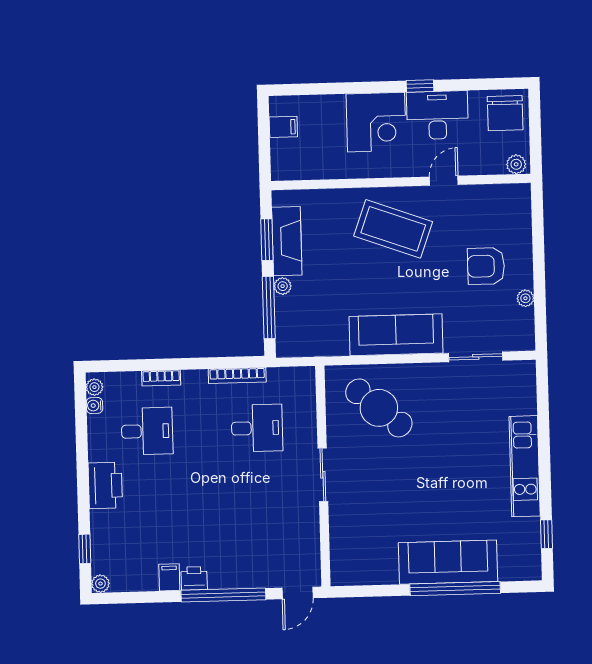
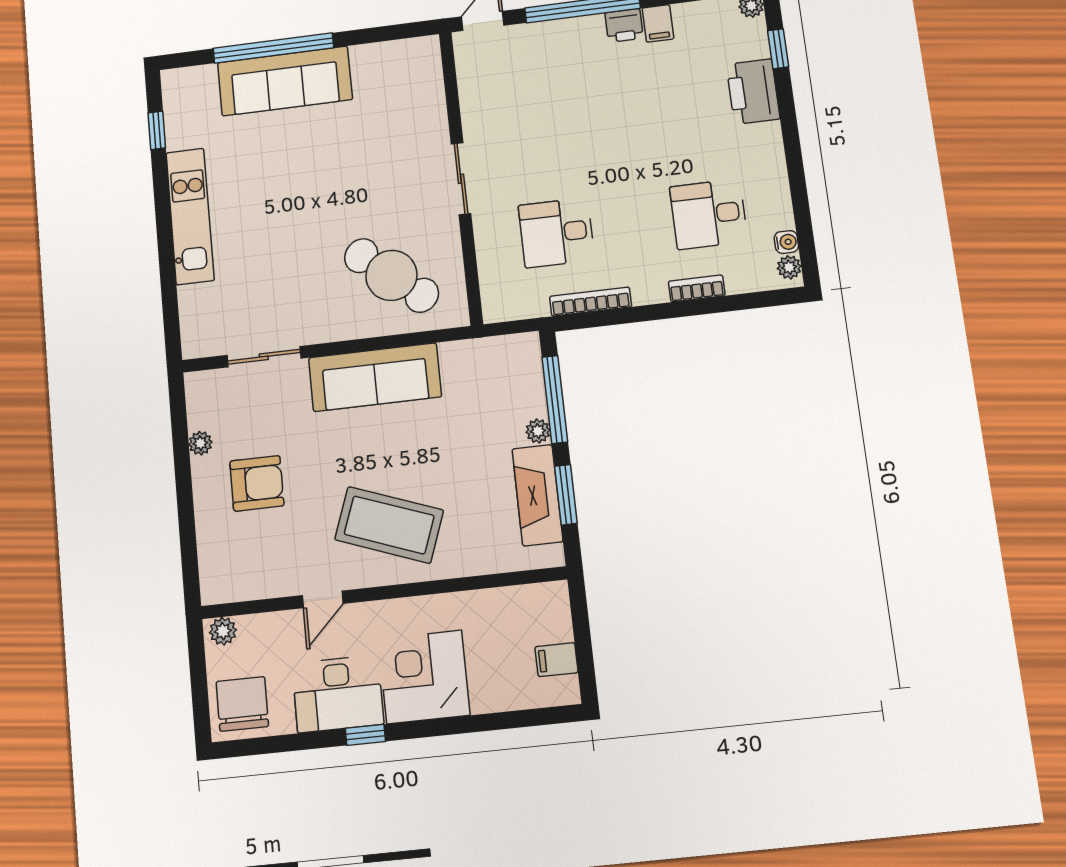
printer: (105, 485) -> (753, 92), moved

